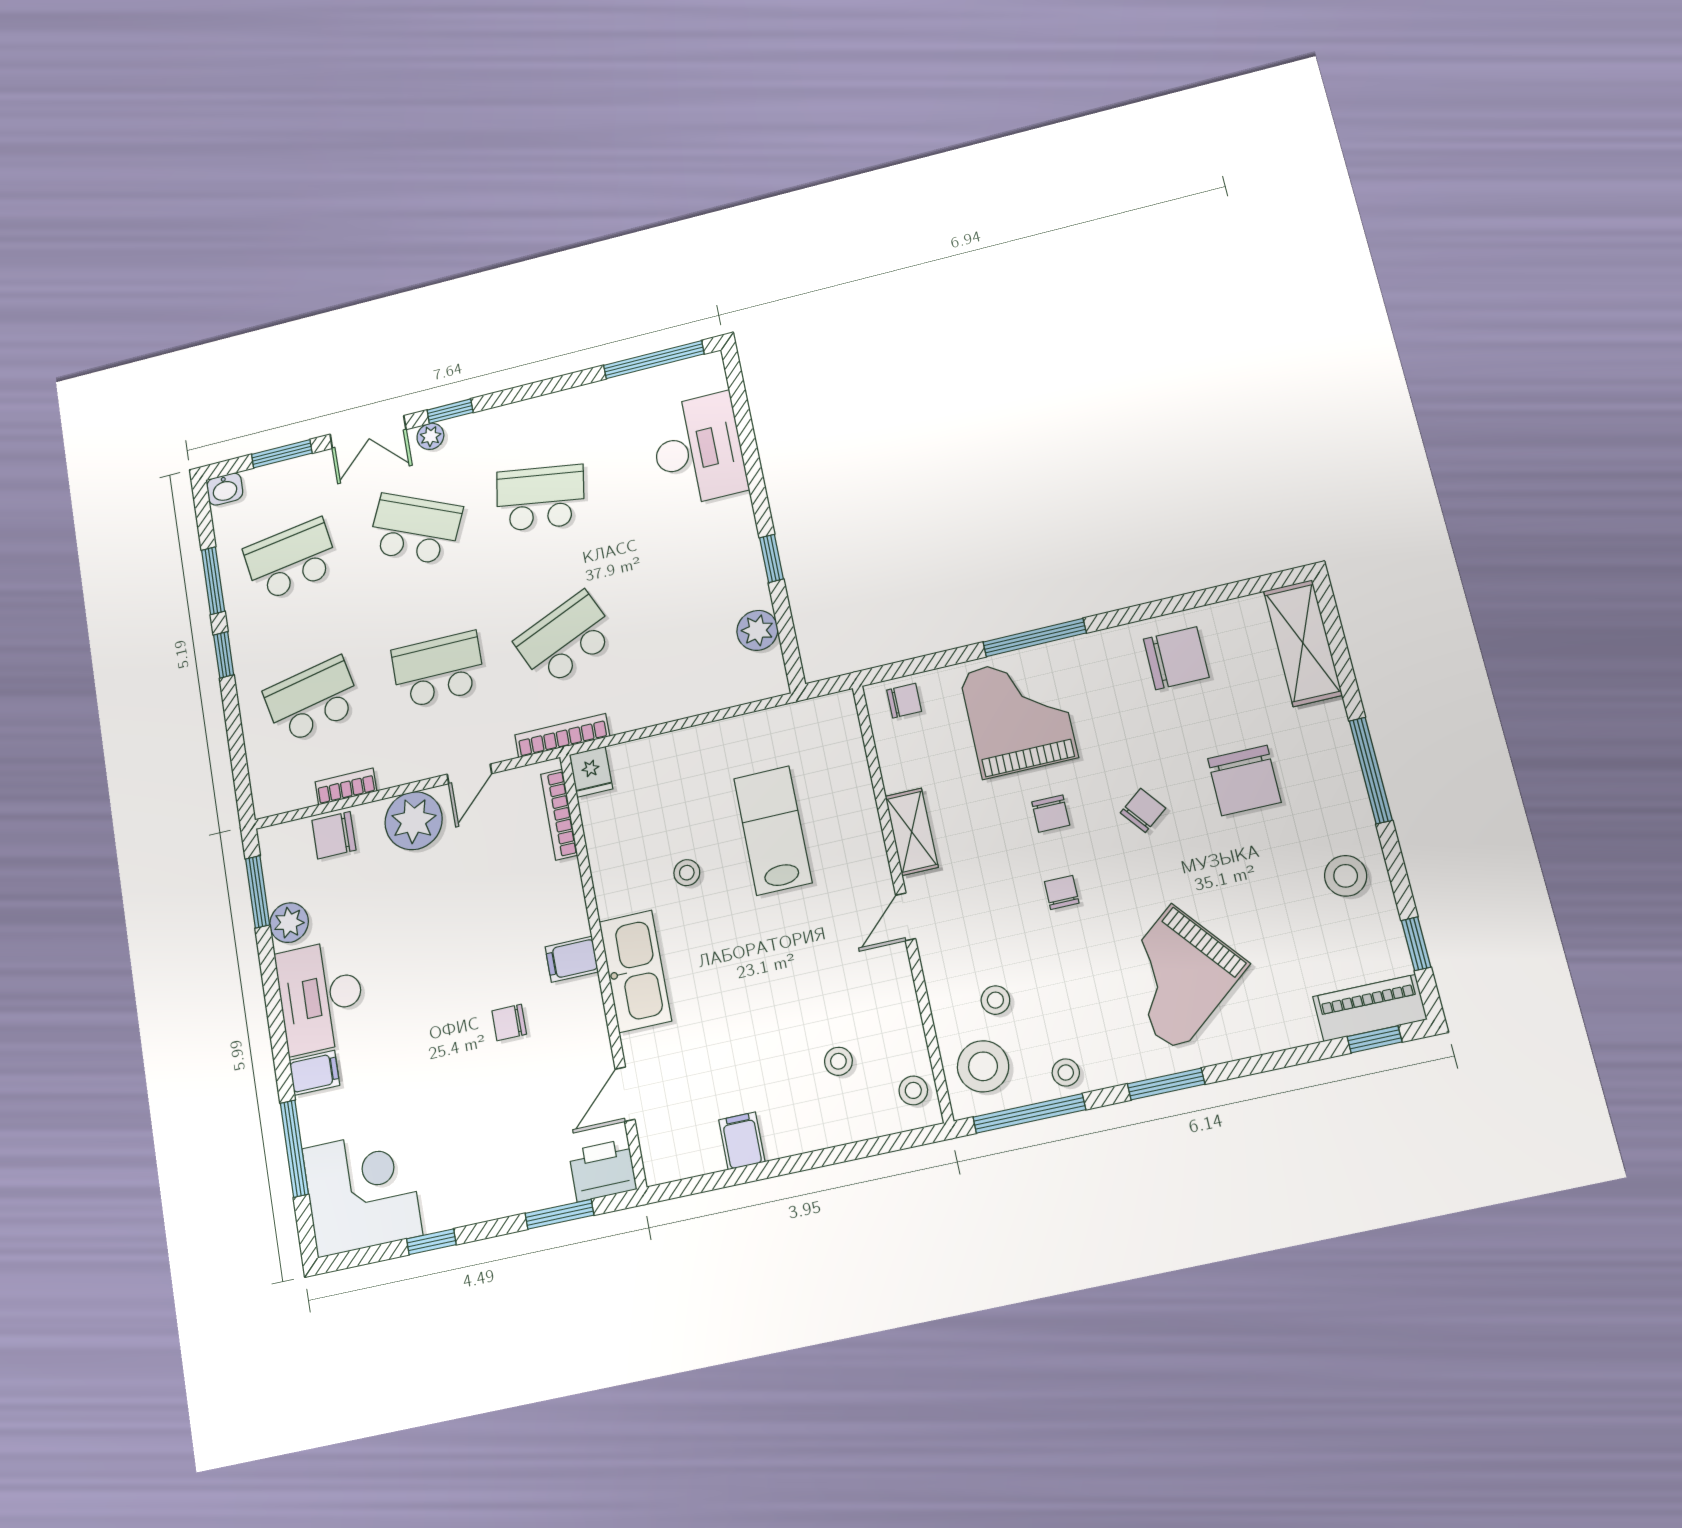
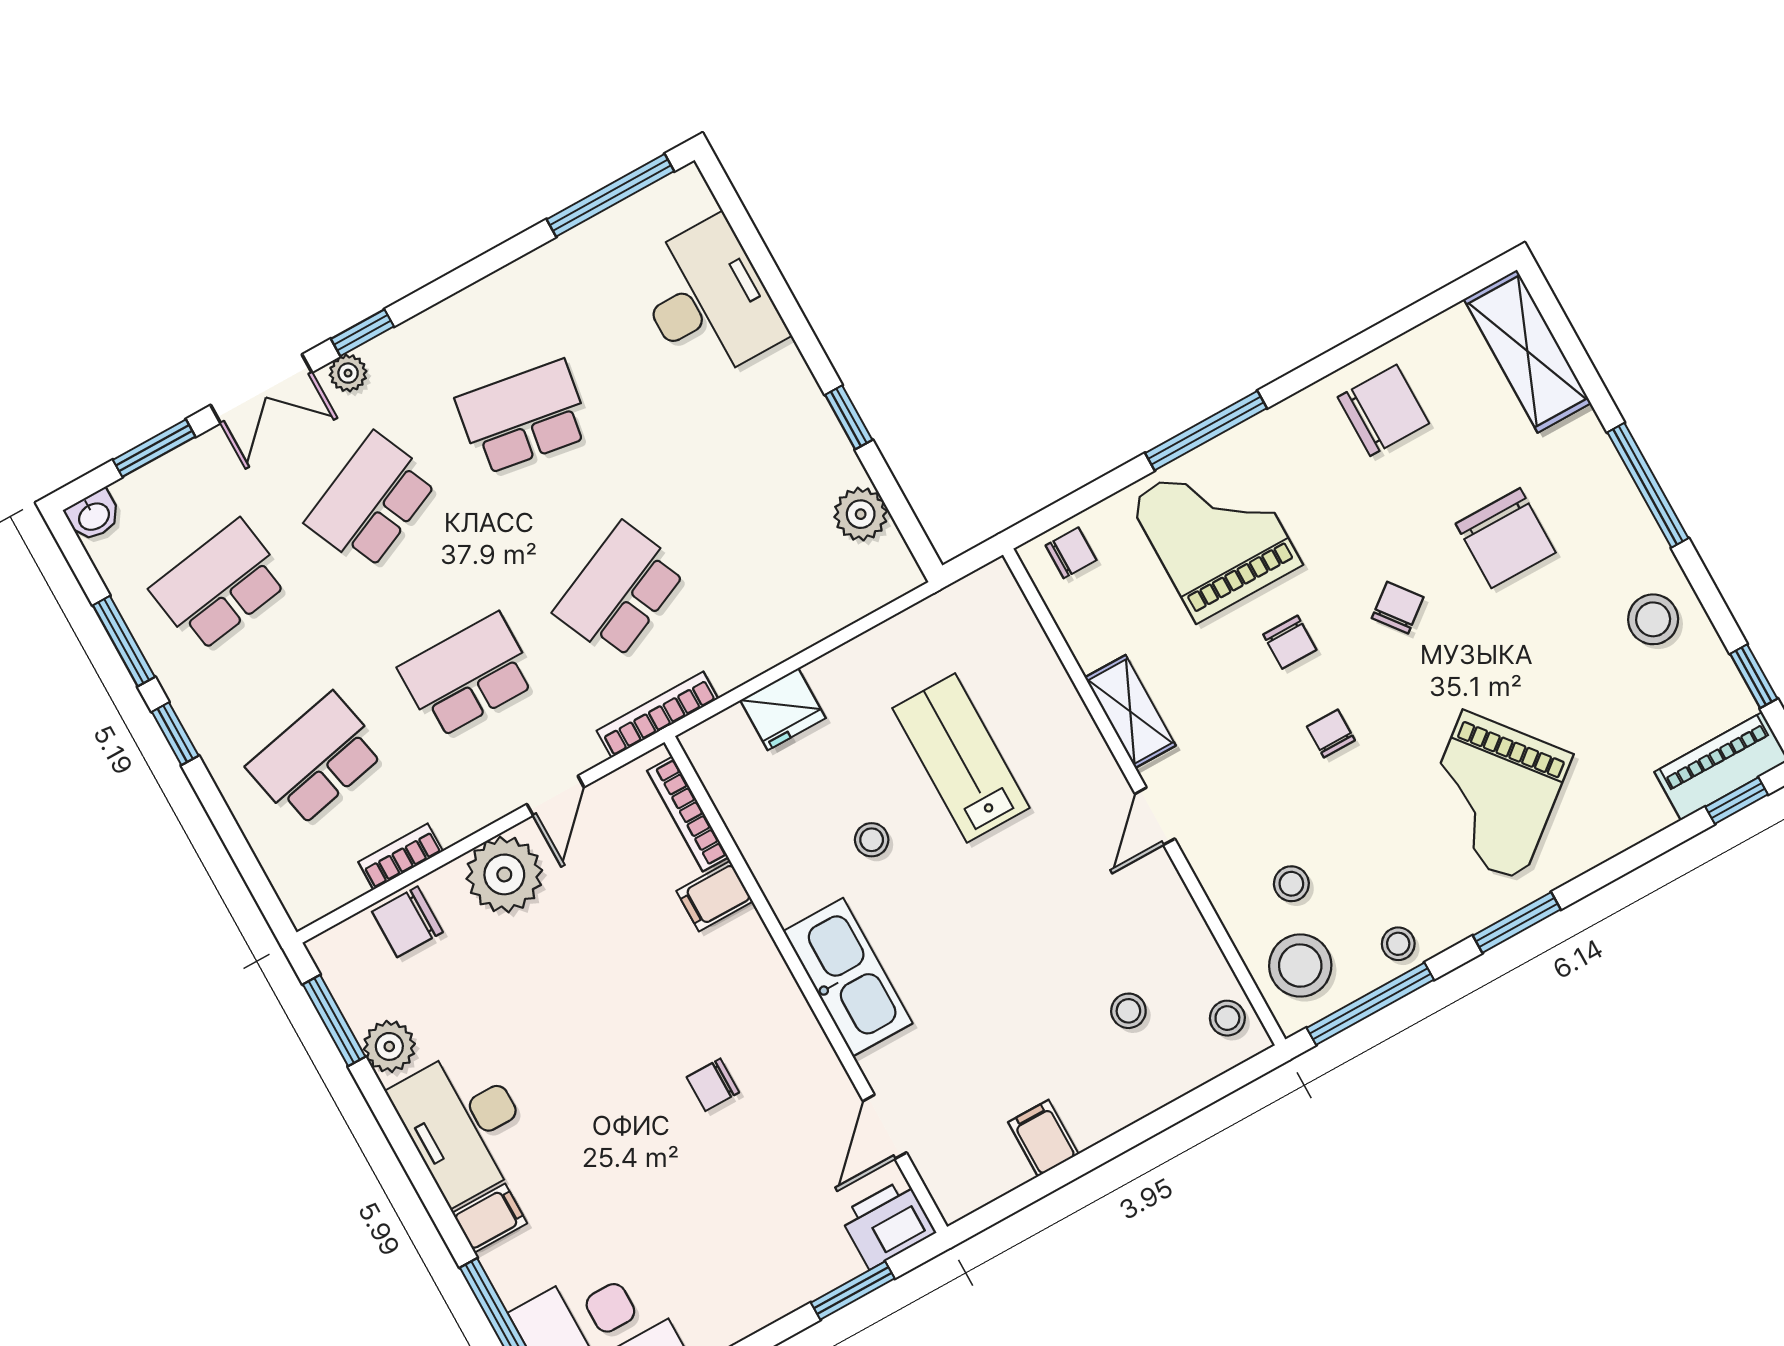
school desk: (415, 529) -> (371, 501), turned -48
fridge: (591, 772) -> (783, 709), moved, width x1.38
filing cabinet: (572, 959) -> (715, 896), moved

